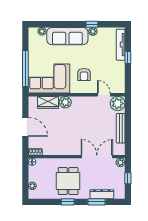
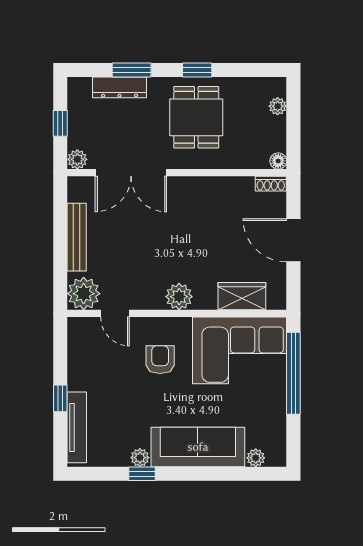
plant: (65, 102) -> (179, 297), moved

